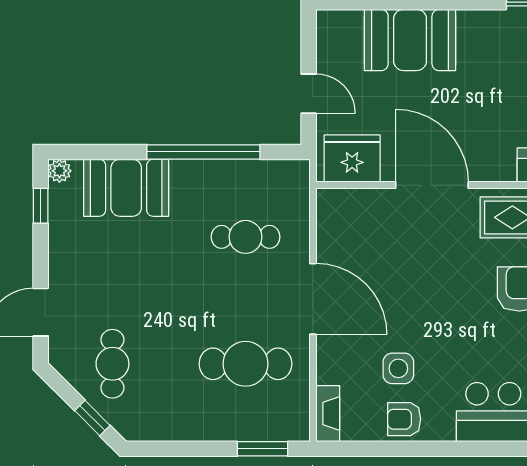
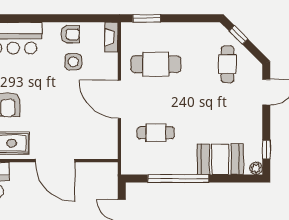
fridge: (352, 159) -> (98, 175), removed

